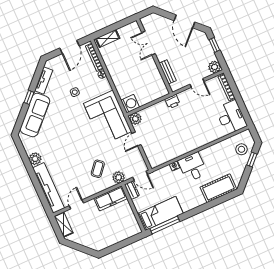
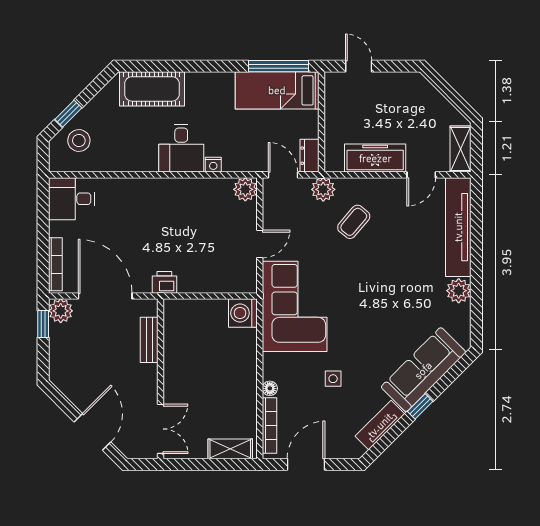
door: (184, 21) -> (92, 432), moved
double door: (148, 43) -> (161, 429), moved
window: (214, 45) -> (43, 324), moved
door: (197, 83) -> (105, 296), width x1.87
desk: (231, 117) -> (71, 199), width x0.73
plant: (135, 119) -> (245, 189), moved
freezer: (111, 198) -> (375, 158), moved
door: (128, 242) -> (359, 66), added

